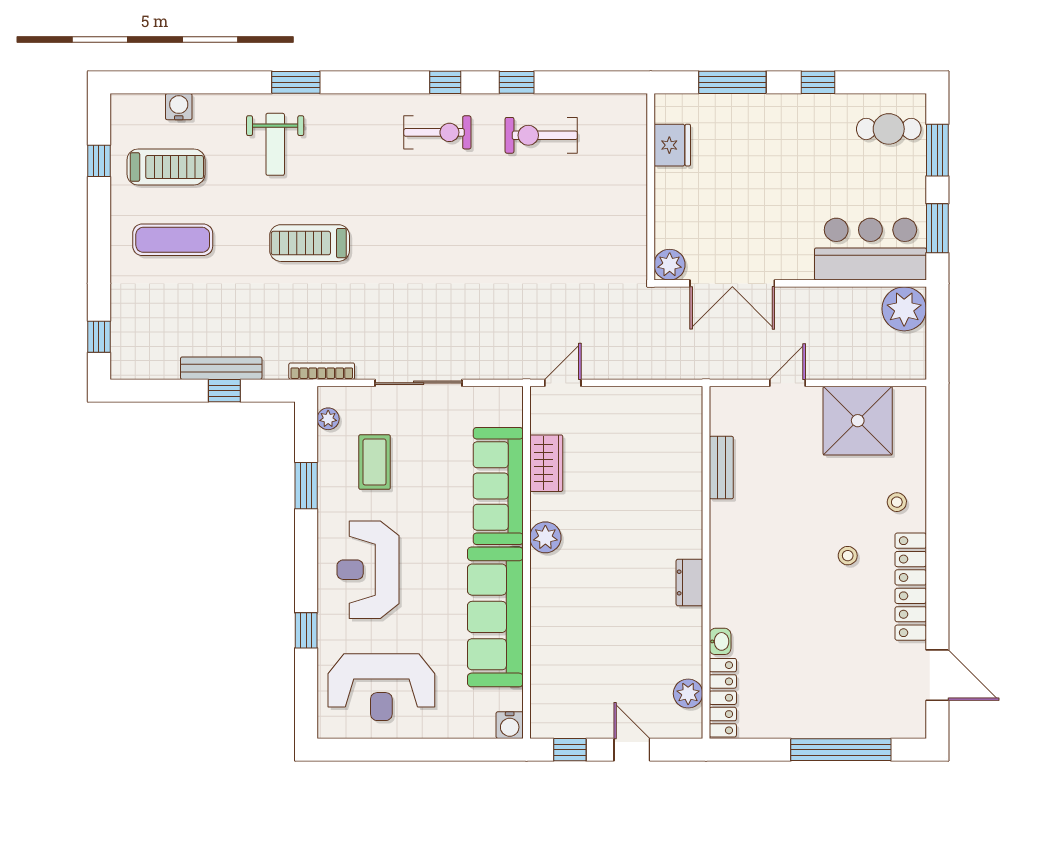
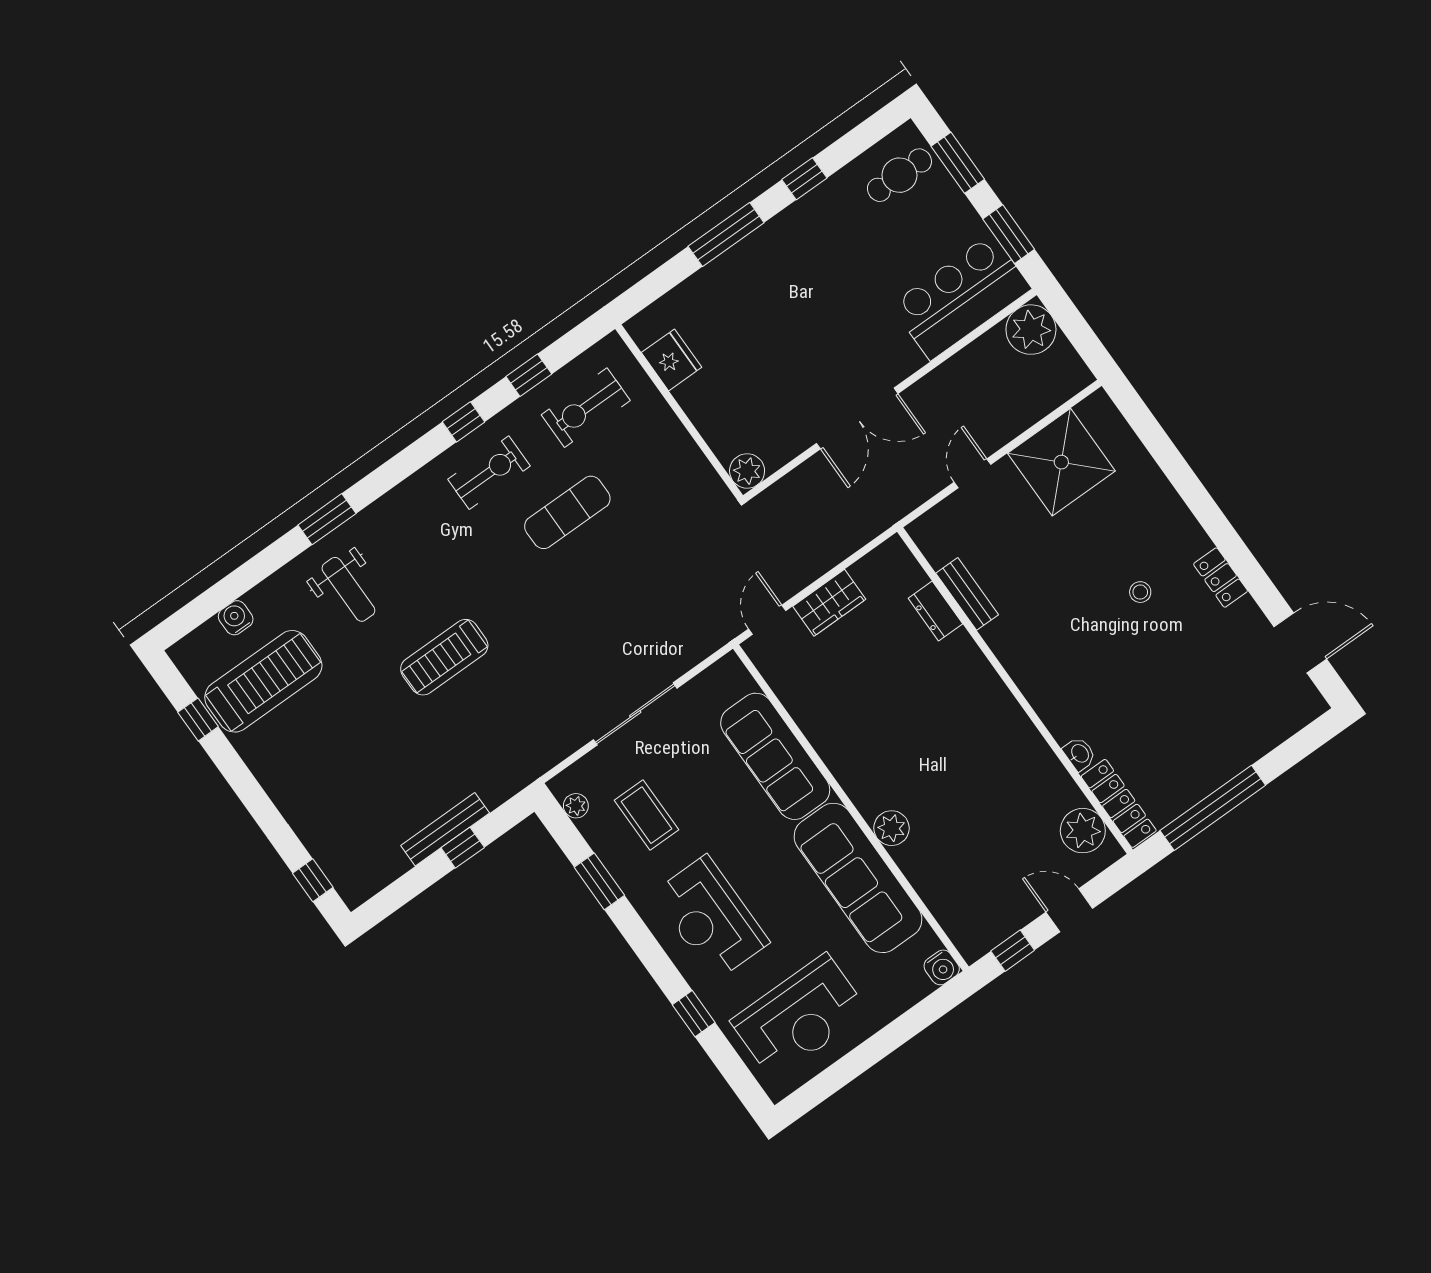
fridge: (672, 145) -> (672, 360), moved
treadmill: (166, 167) -> (263, 681), width x1.37, depth x1.38
wall: (651, 187) -> (679, 412), moved
exercise mat: (173, 240) -> (567, 512), moved
plant: (670, 265) -> (747, 471), moved
bookcase: (322, 371) -> (539, 766), removed
wardrobe: (546, 463) -> (829, 603), moved, turned 90
stool: (897, 502) -> (1150, 511), removed
plant: (545, 537) -> (892, 828), moved
dresser: (689, 583) -> (935, 611), moved
locker: (911, 587) -> (1221, 578), width x0.46, depth x0.83
plant: (688, 694) -> (1083, 831), width x1.36, depth x1.36
window: (841, 750) -> (1213, 808), moved

